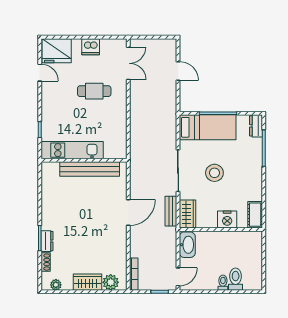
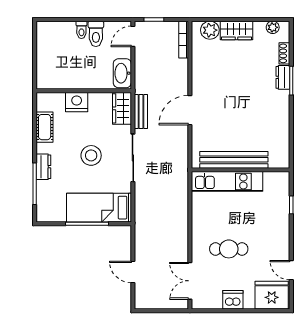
dresser: (256, 126) -> (43, 167), moved
kitchen unit: (72, 150) -> (227, 181), moved
cot: (255, 215) -> (45, 127), moved
toilet: (236, 279) -> (96, 34), moved

